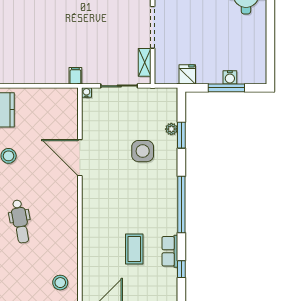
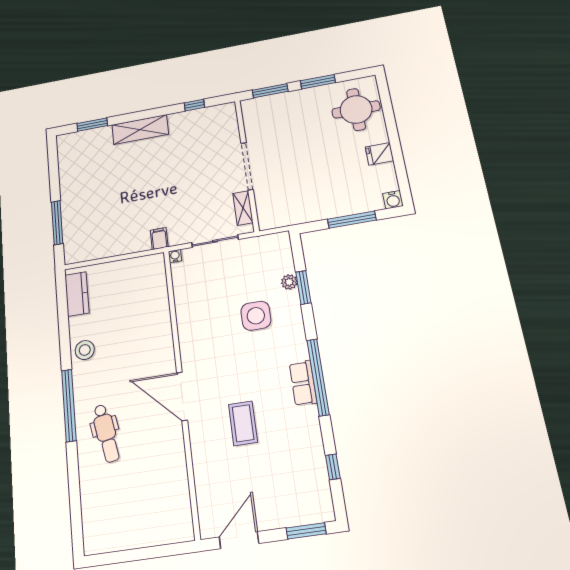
fridge: (187, 74) -> (379, 154), moved, turned -90
water cooler: (230, 77) -> (393, 200), moved
door: (80, 158) -> (182, 396), moved
coffee table: (134, 249) -> (243, 423), moved
row of seats: (170, 251) -> (303, 383), moved
stool: (60, 283) -> (167, 511), removed

